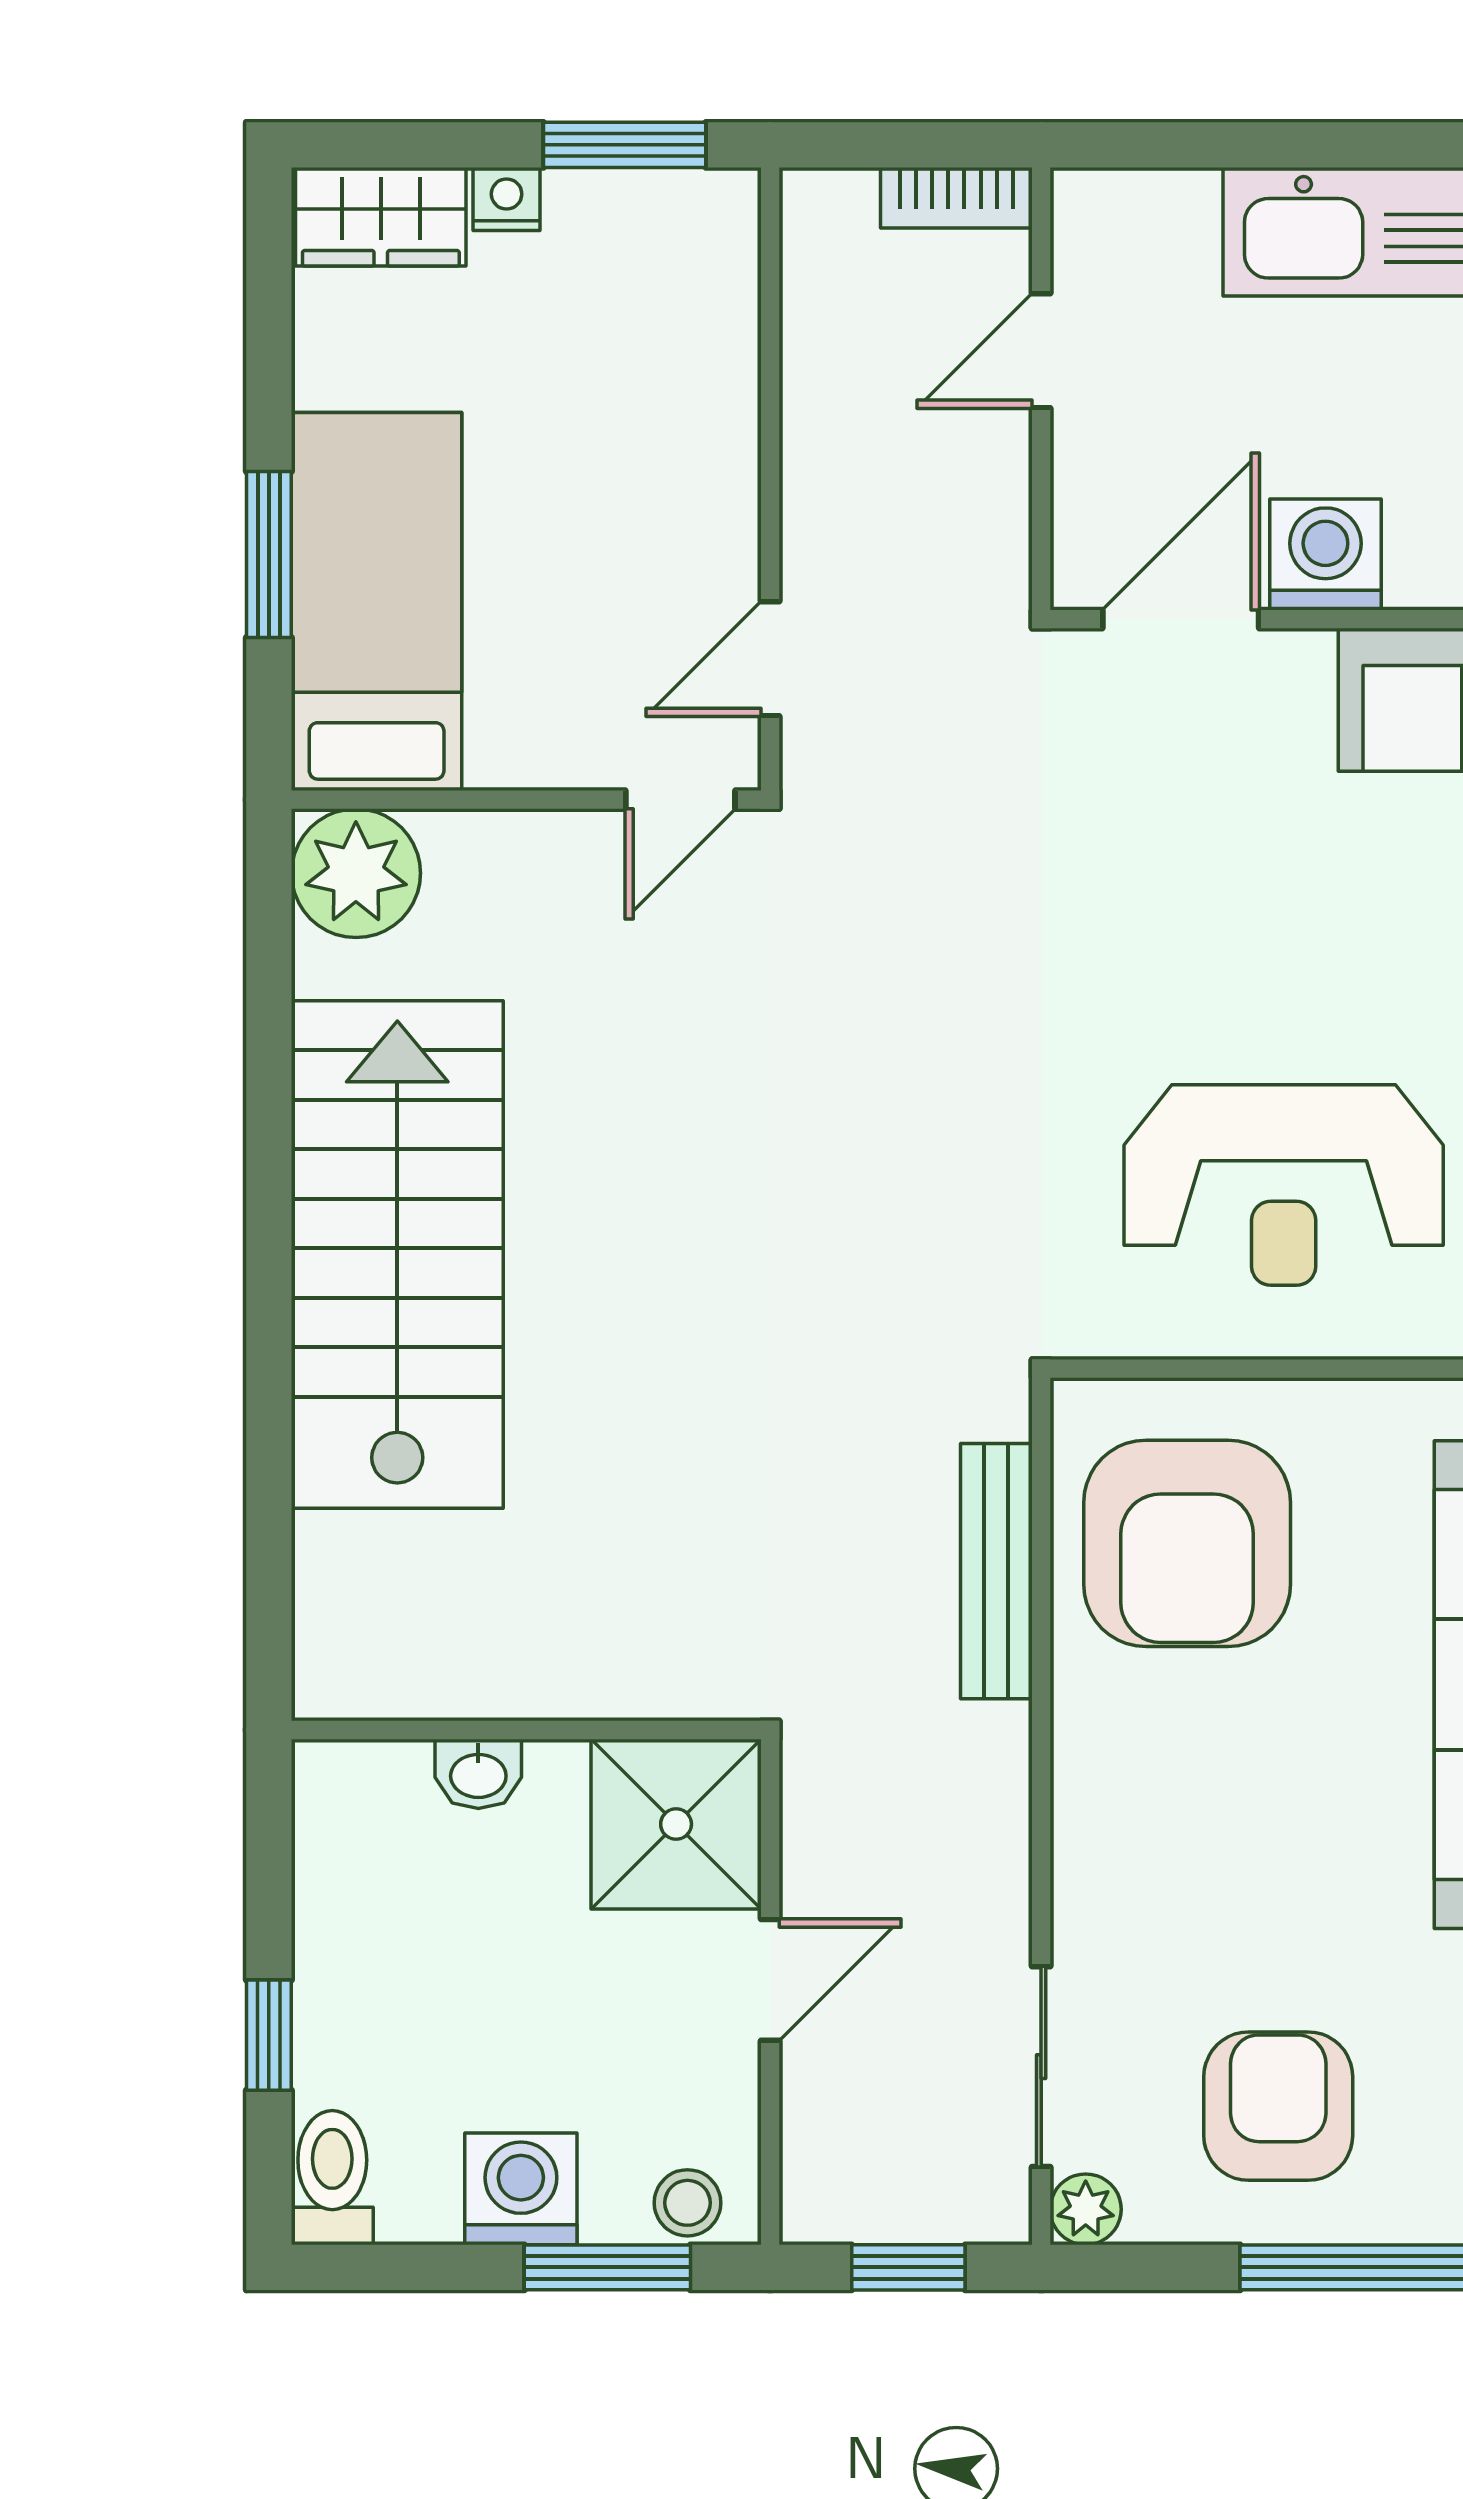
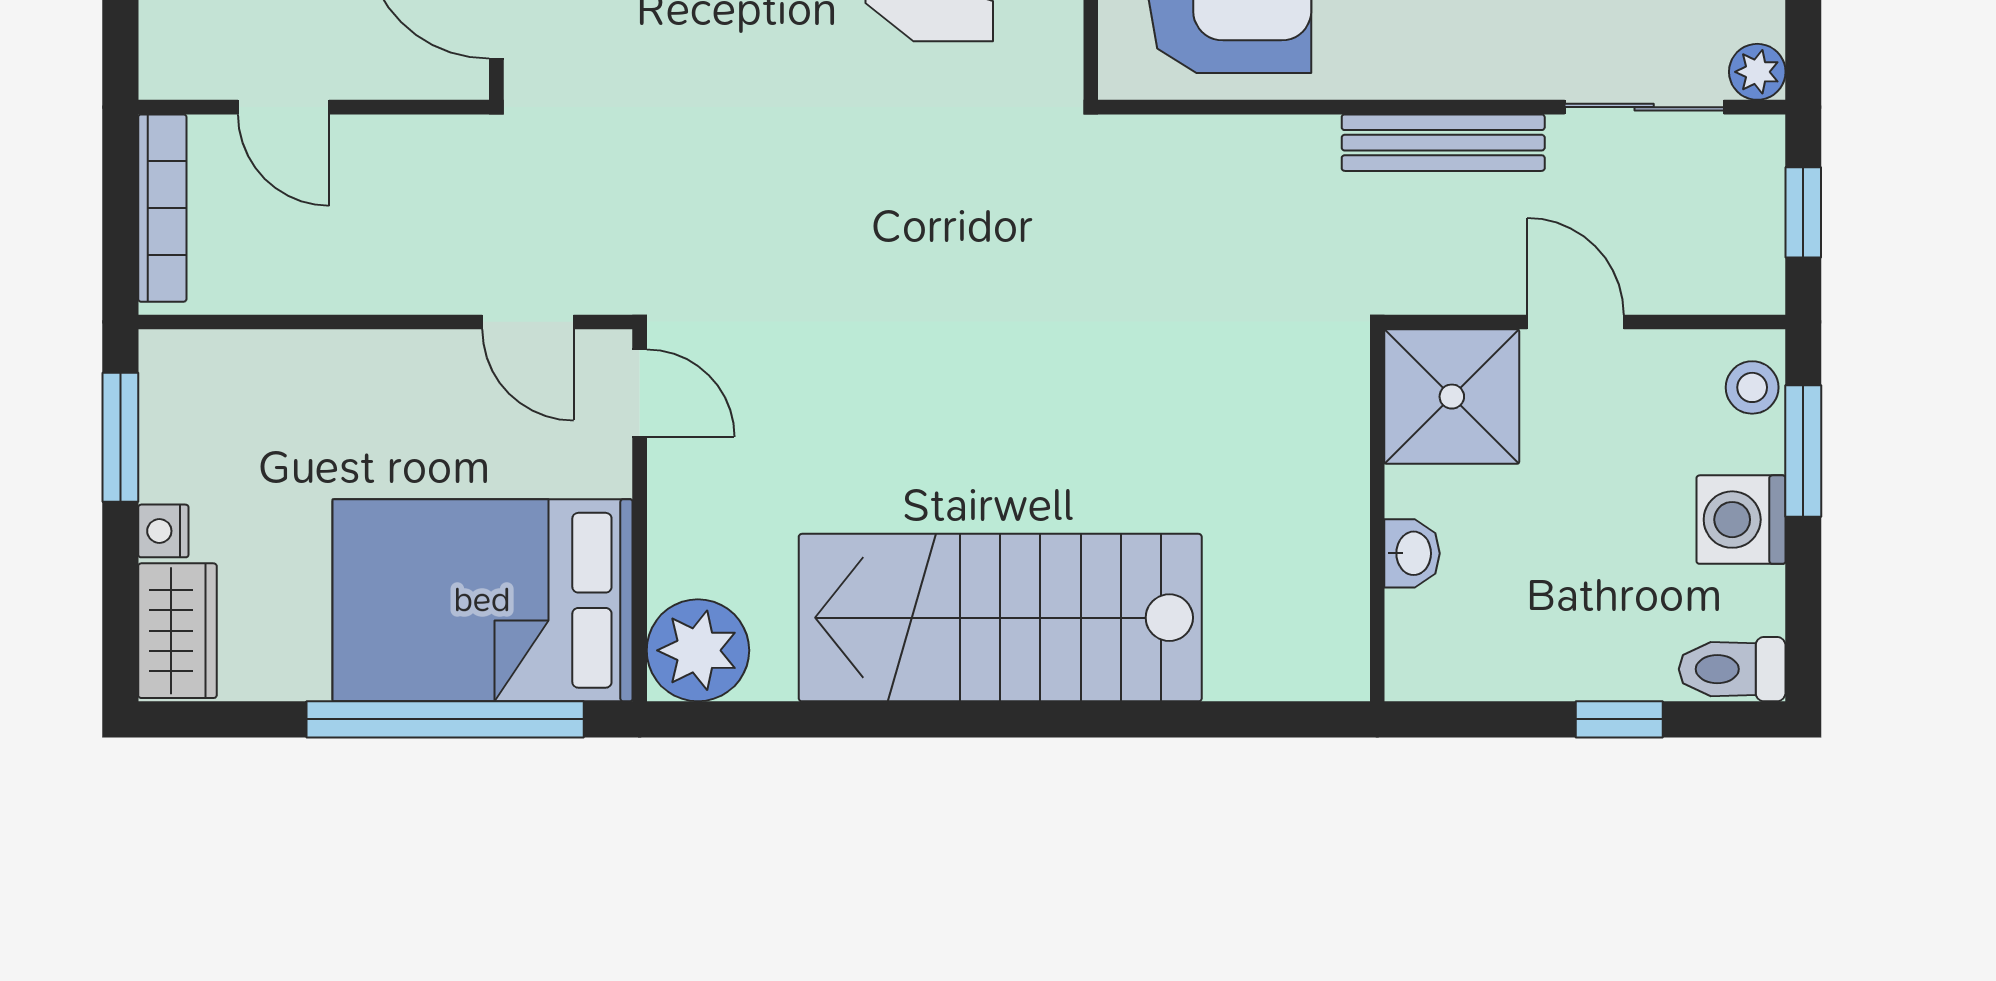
bookcase: (956, 198) -> (162, 208), width x1.56
window: (269, 555) -> (445, 719), width x2.11
bed: (377, 602) -> (482, 600), width x1.50
bench: (996, 1571) -> (1443, 143), moved

